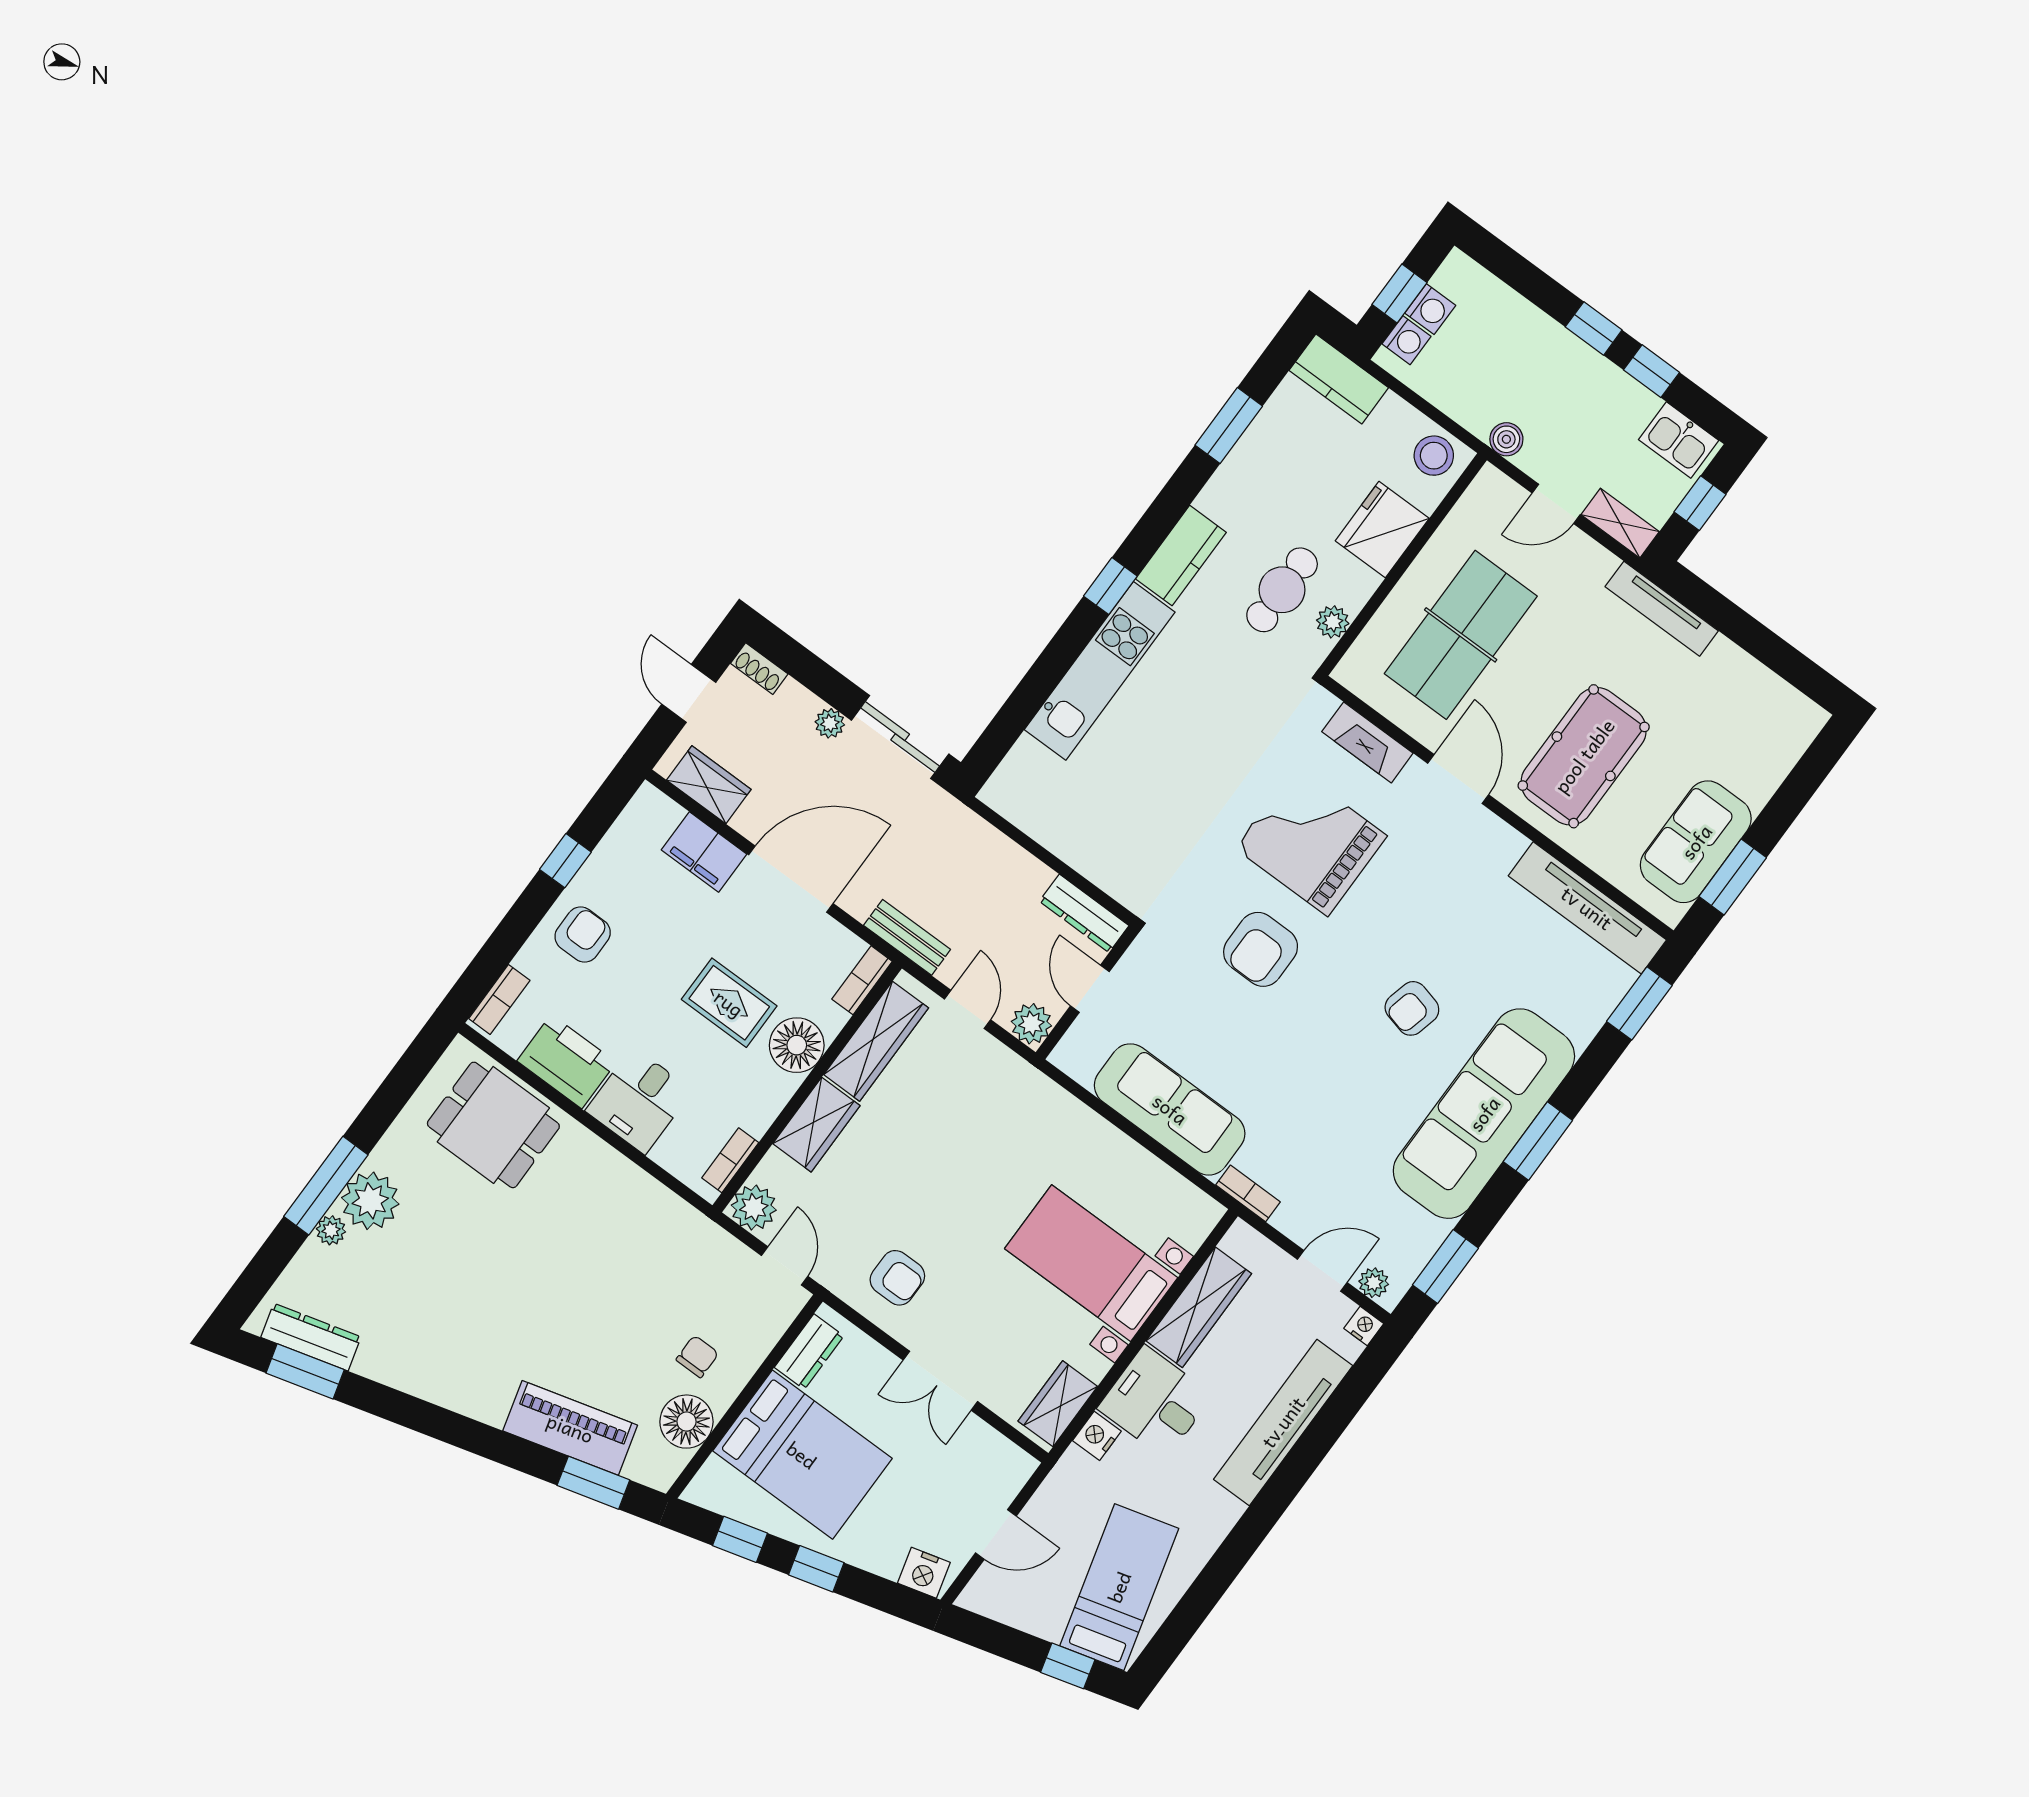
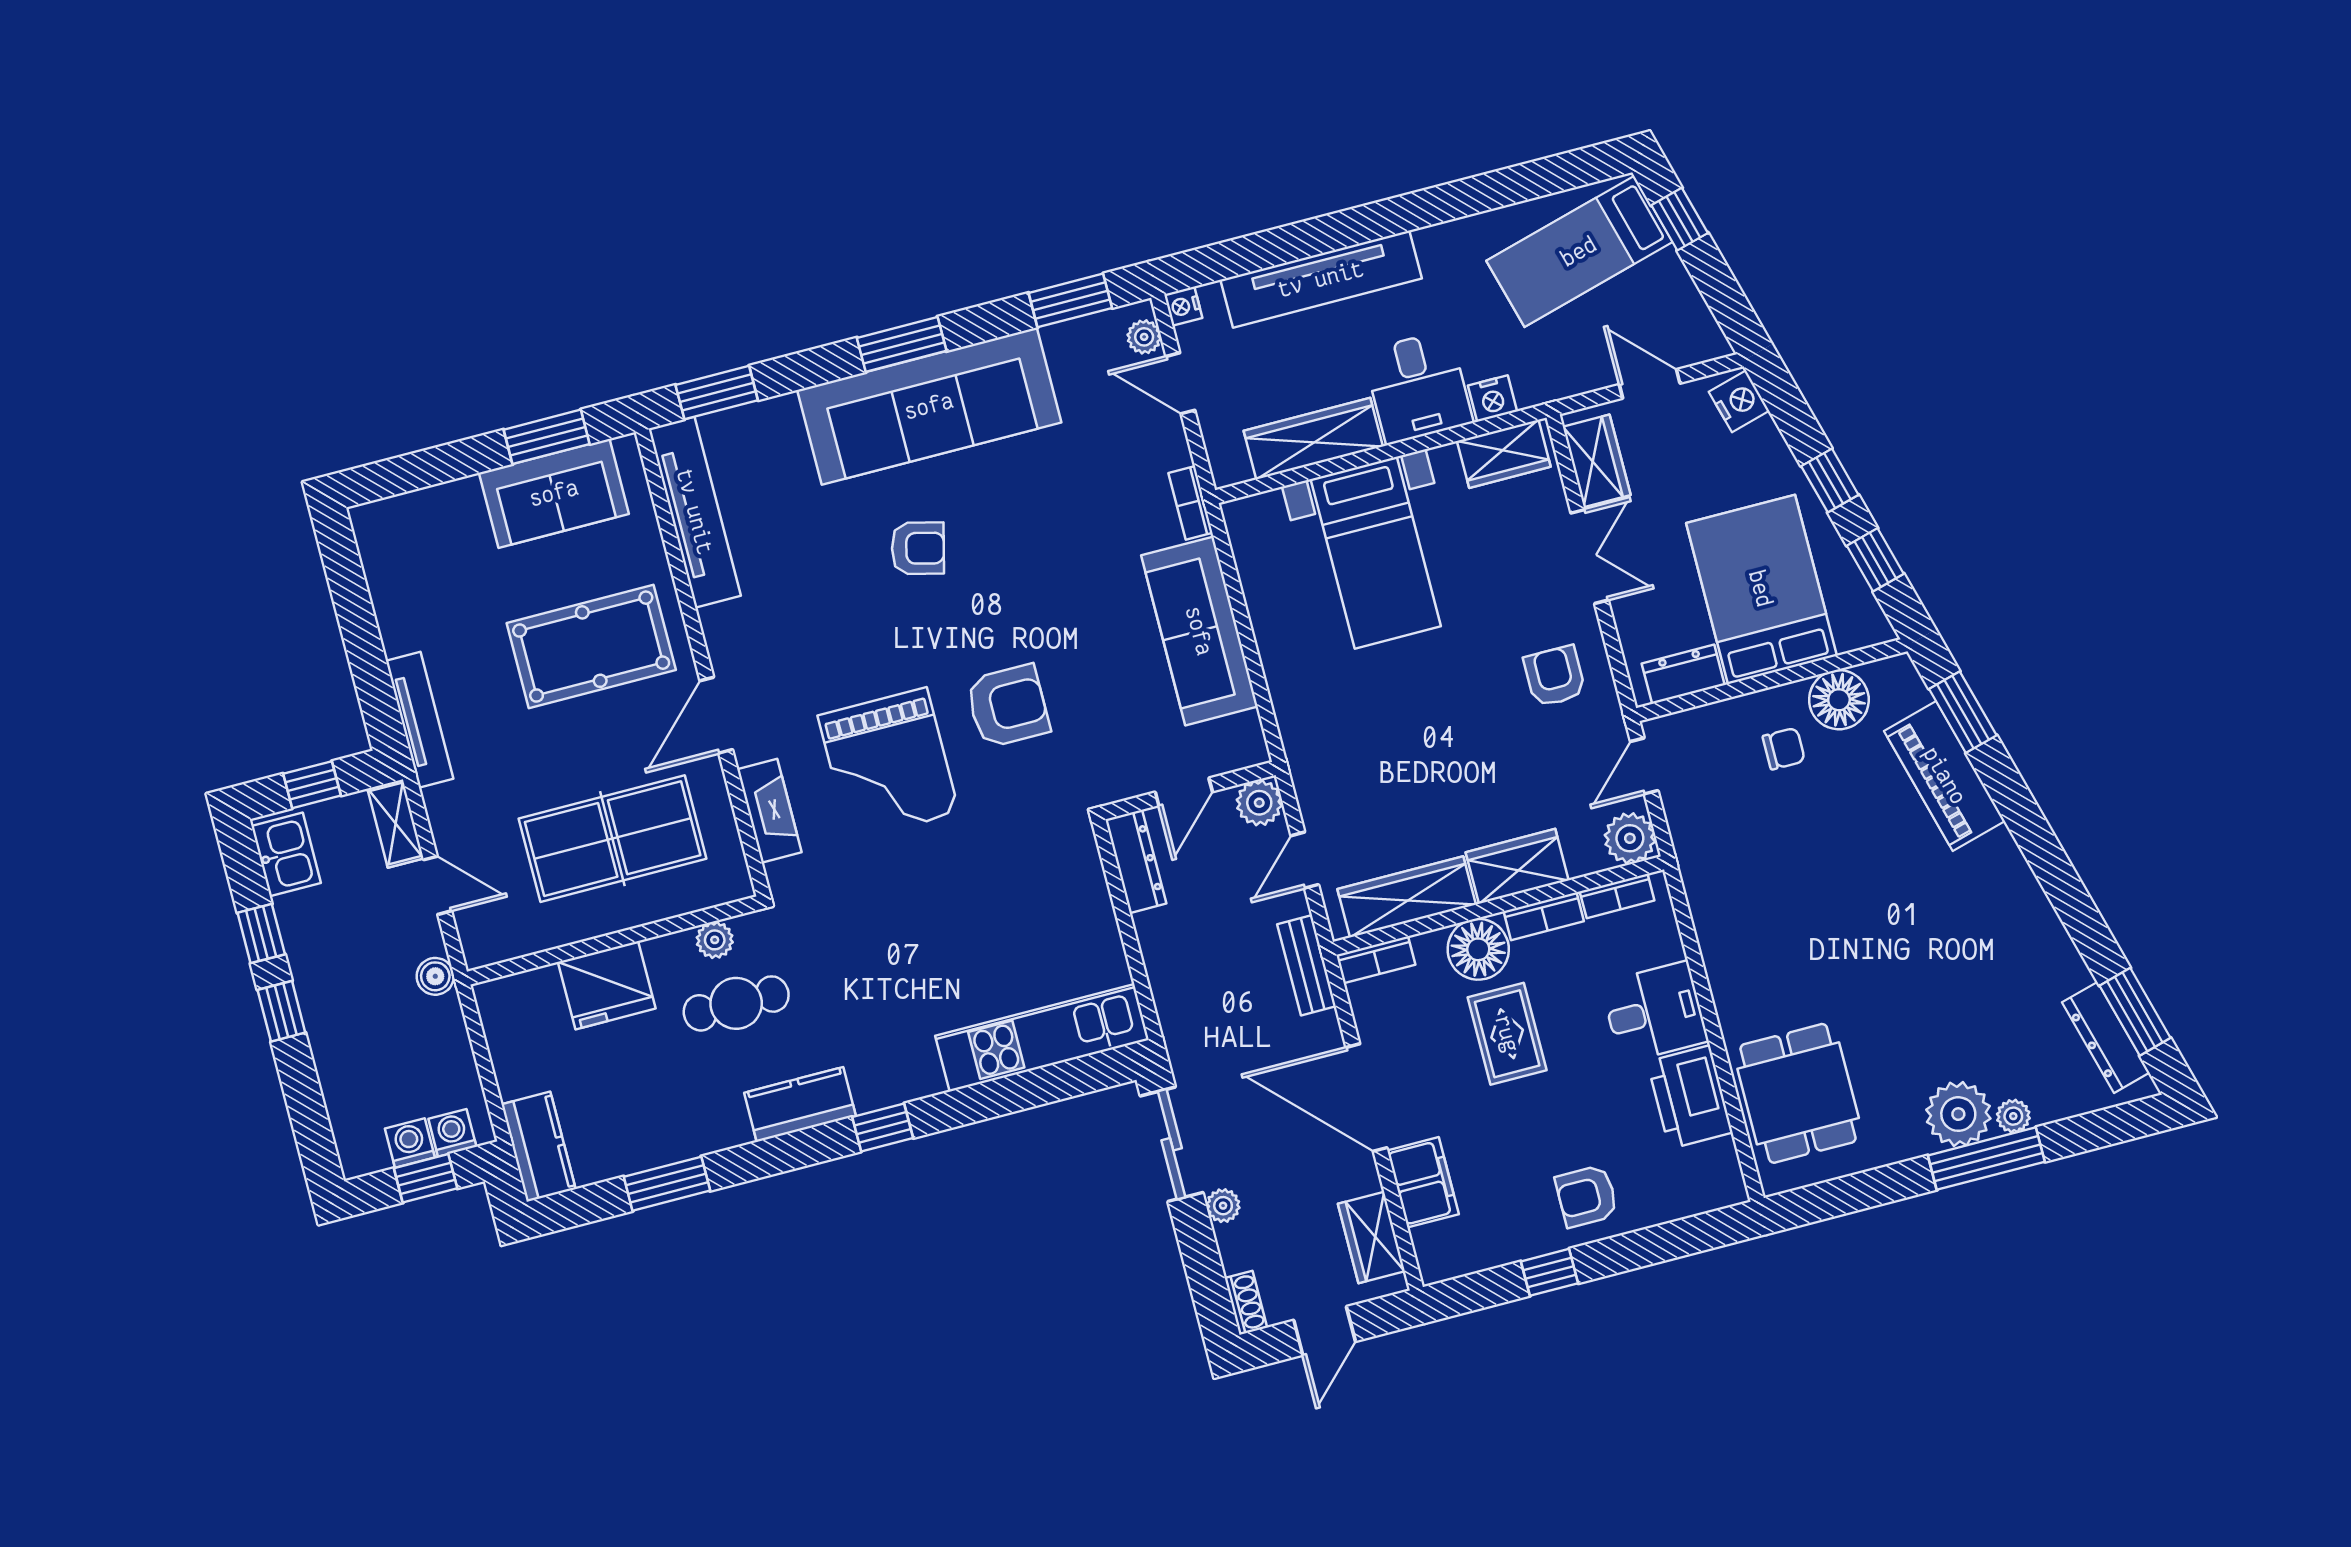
stool: (1434, 456) -> (510, 1013), removed
kitchen unit: (1100, 671) -> (1042, 1038), moved
bookcase: (499, 999) -> (1544, 916), moved, turned 180
chair: (697, 1357) -> (1784, 749), turned 180
wardrobe: (989, 1451) -> (1597, 461), added

